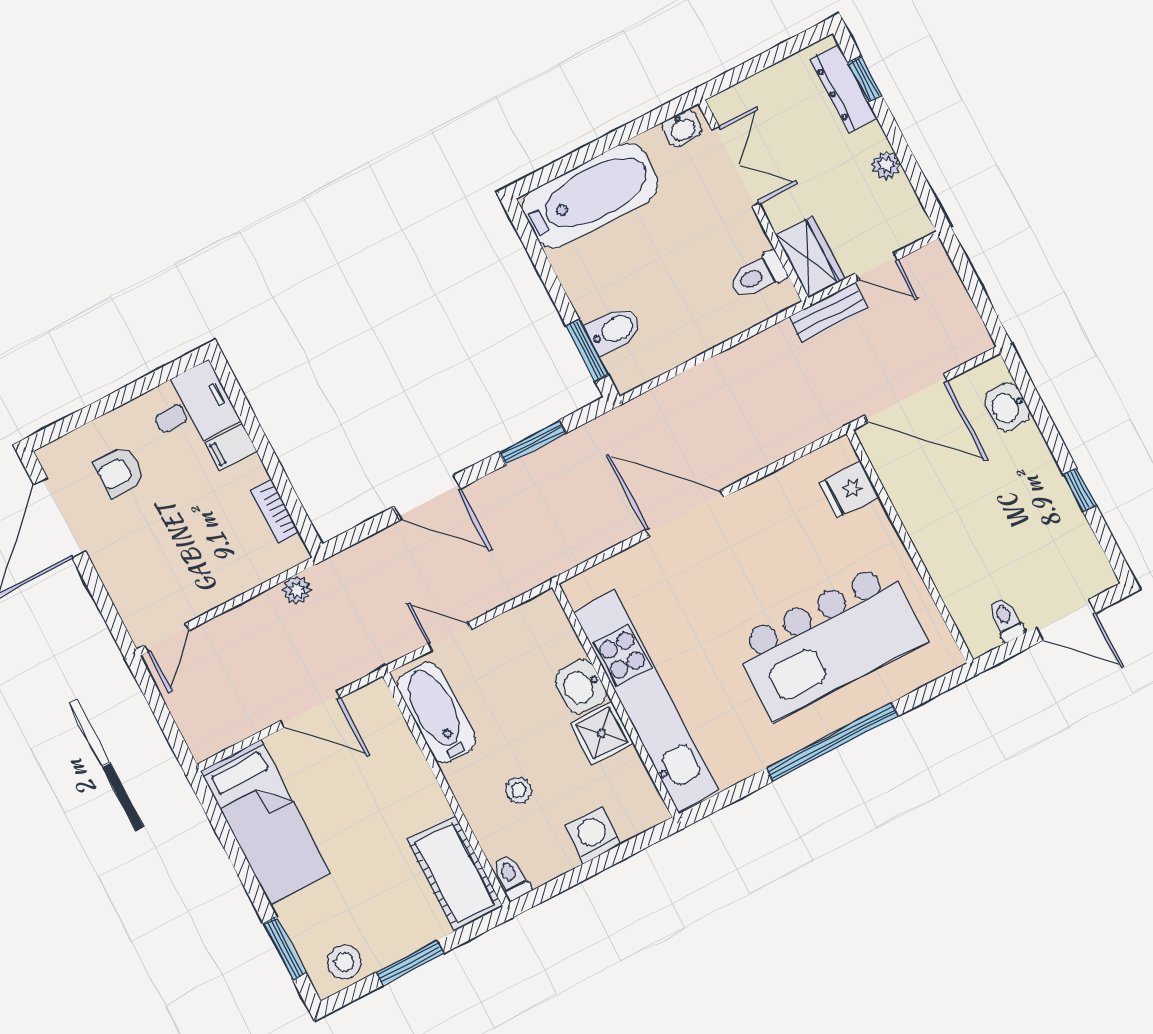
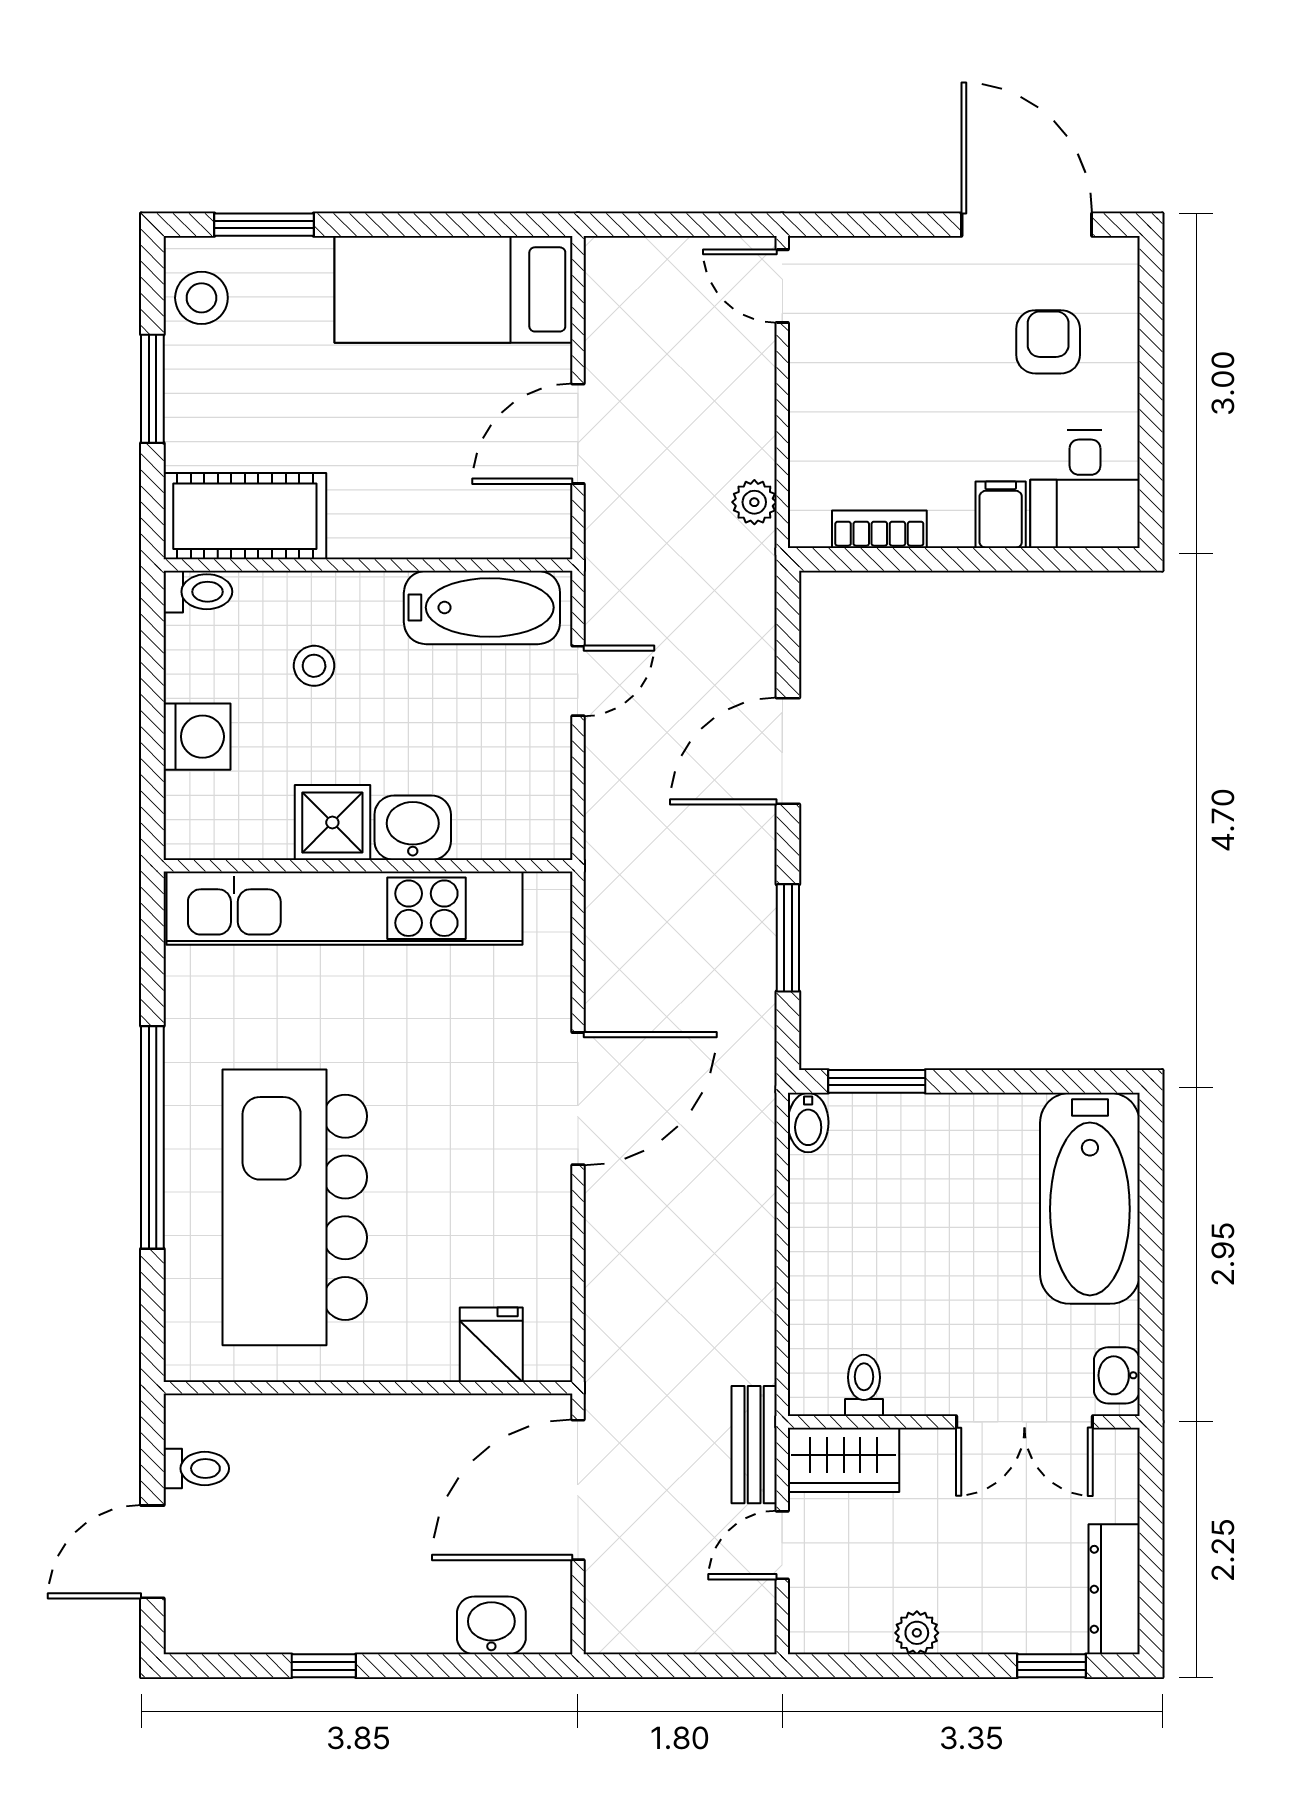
dresser: (843, 88) -> (1114, 1589), moved, turned -90
toilet: (758, 275) -> (864, 1385), width x0.73, depth x0.72
bidet: (614, 330) -> (808, 1123), moved, width x0.72, depth x0.74

